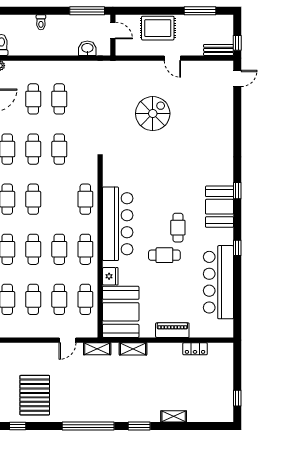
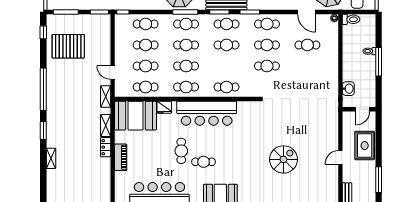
window: (87, 11) -> (379, 62), moved
cafe table: (59, 99) -> (307, 66), removed
spiral stairs: (153, 114) -> (284, 159), moved, turned -90
locker: (195, 349) -> (106, 147), moved

